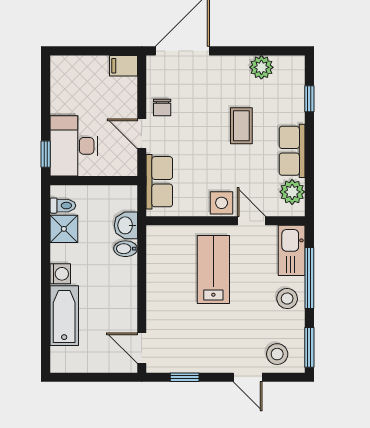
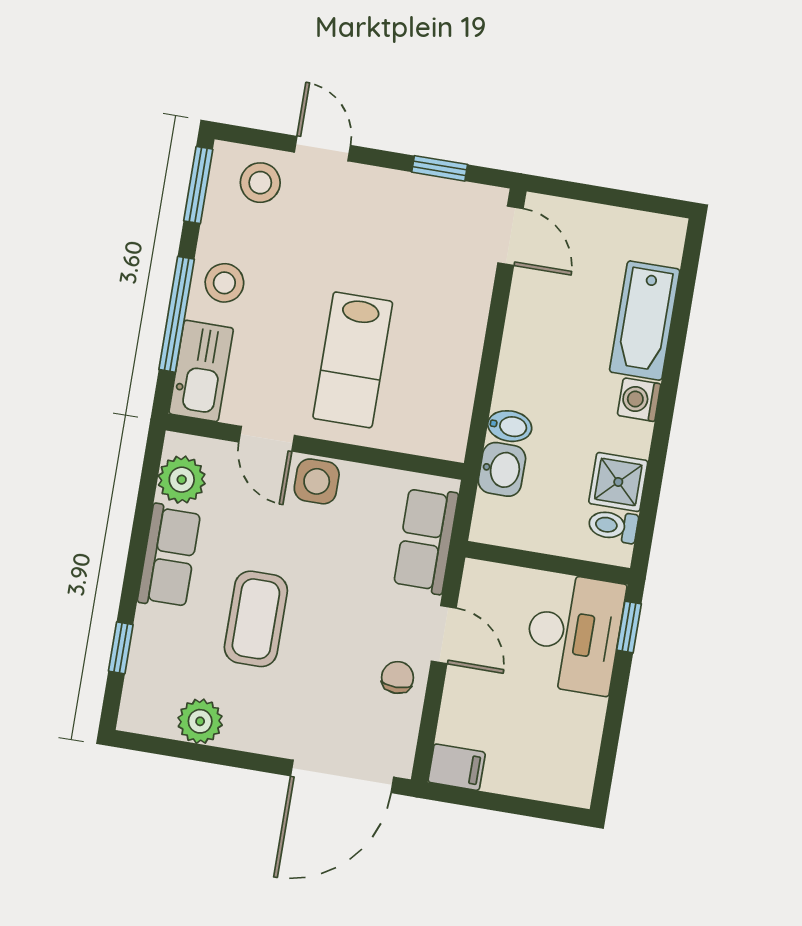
coffee table: (241, 126) -> (256, 619), width x1.36, depth x1.30

